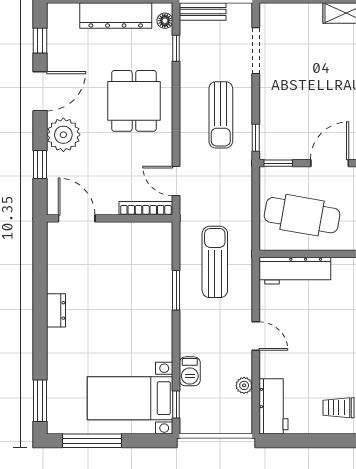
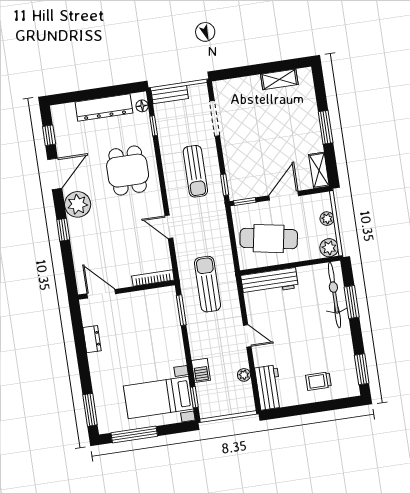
bookcase: (146, 208) -> (153, 278), moved
door: (77, 218) -> (101, 294), moved
wall: (110, 218) -> (126, 290), moved

